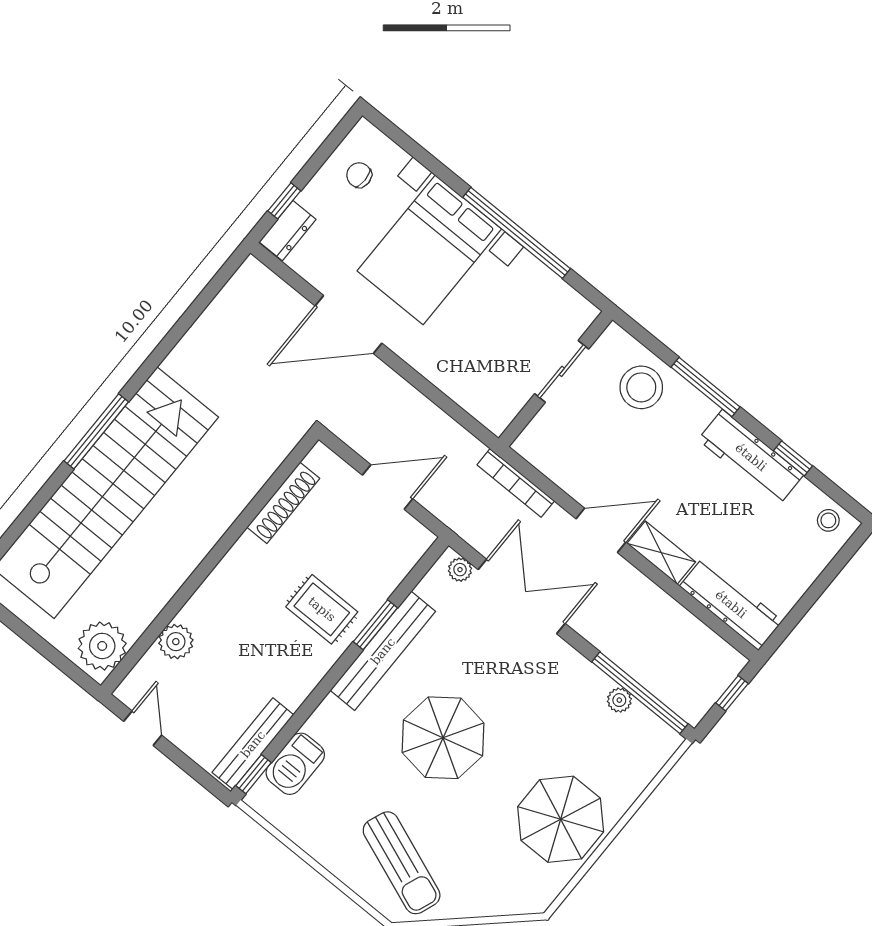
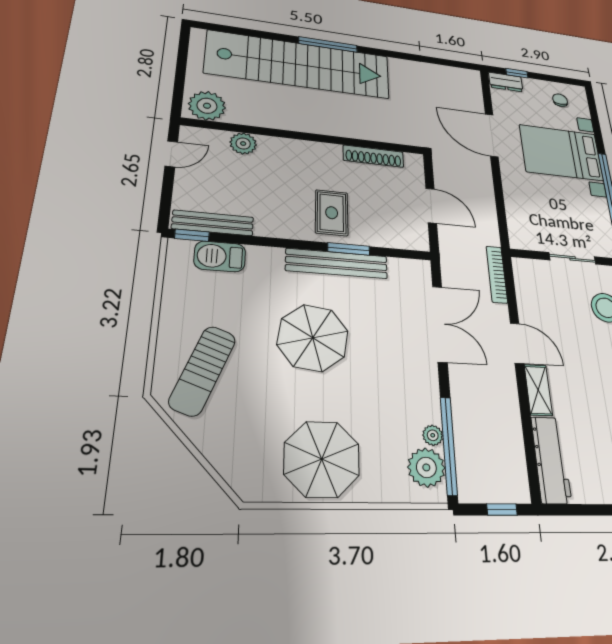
plant: (460, 570) -> (426, 467), moved, width x1.88, depth x1.88

